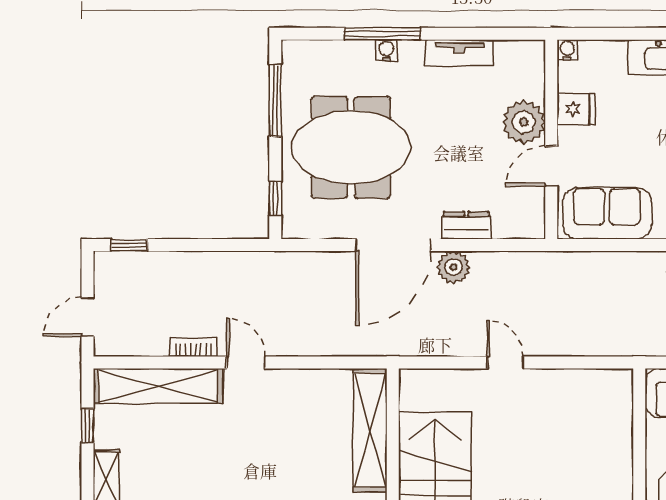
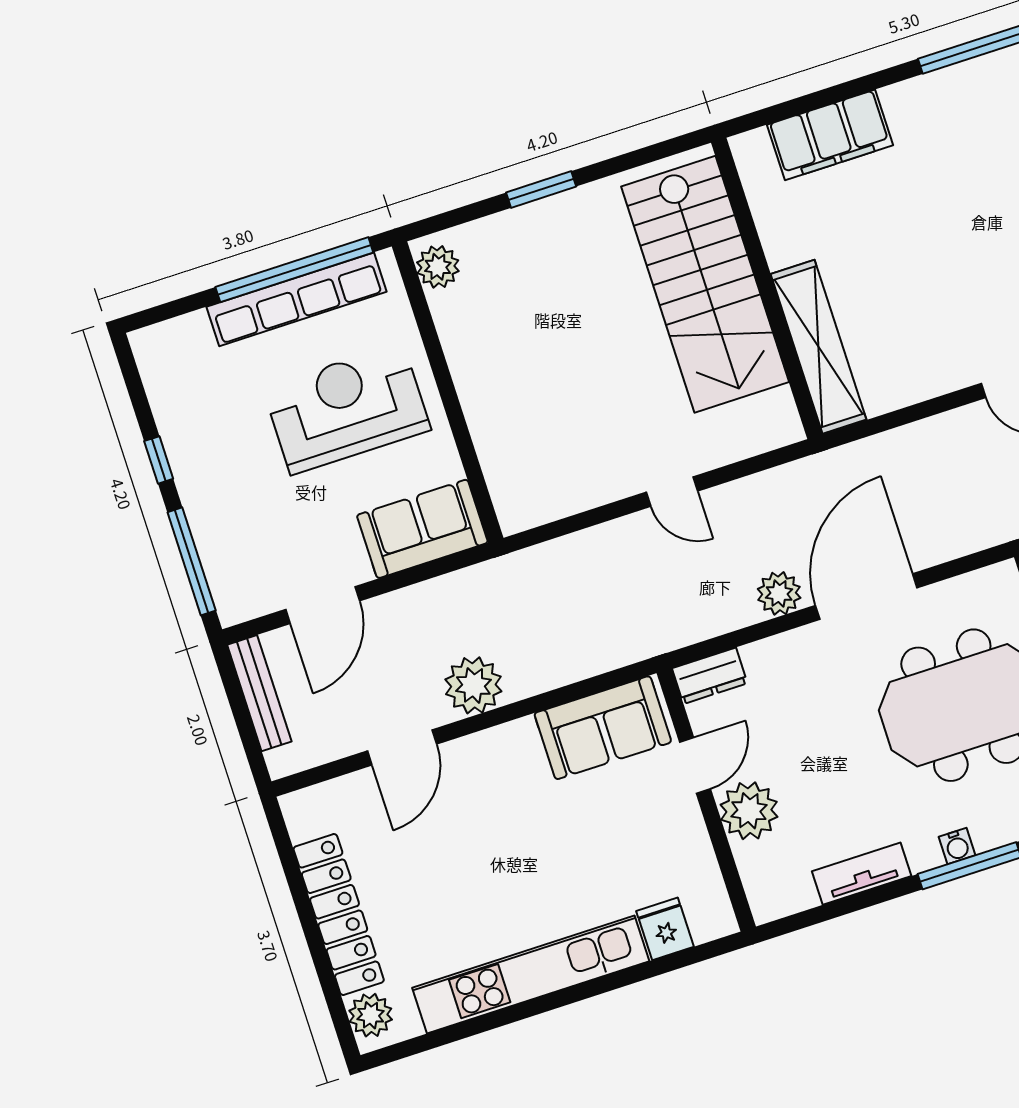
water cooler: (567, 50) -> (723, 923), removed
fridge: (576, 109) -> (665, 929), moved, turned 90
dresser: (466, 225) -> (710, 676), moved

